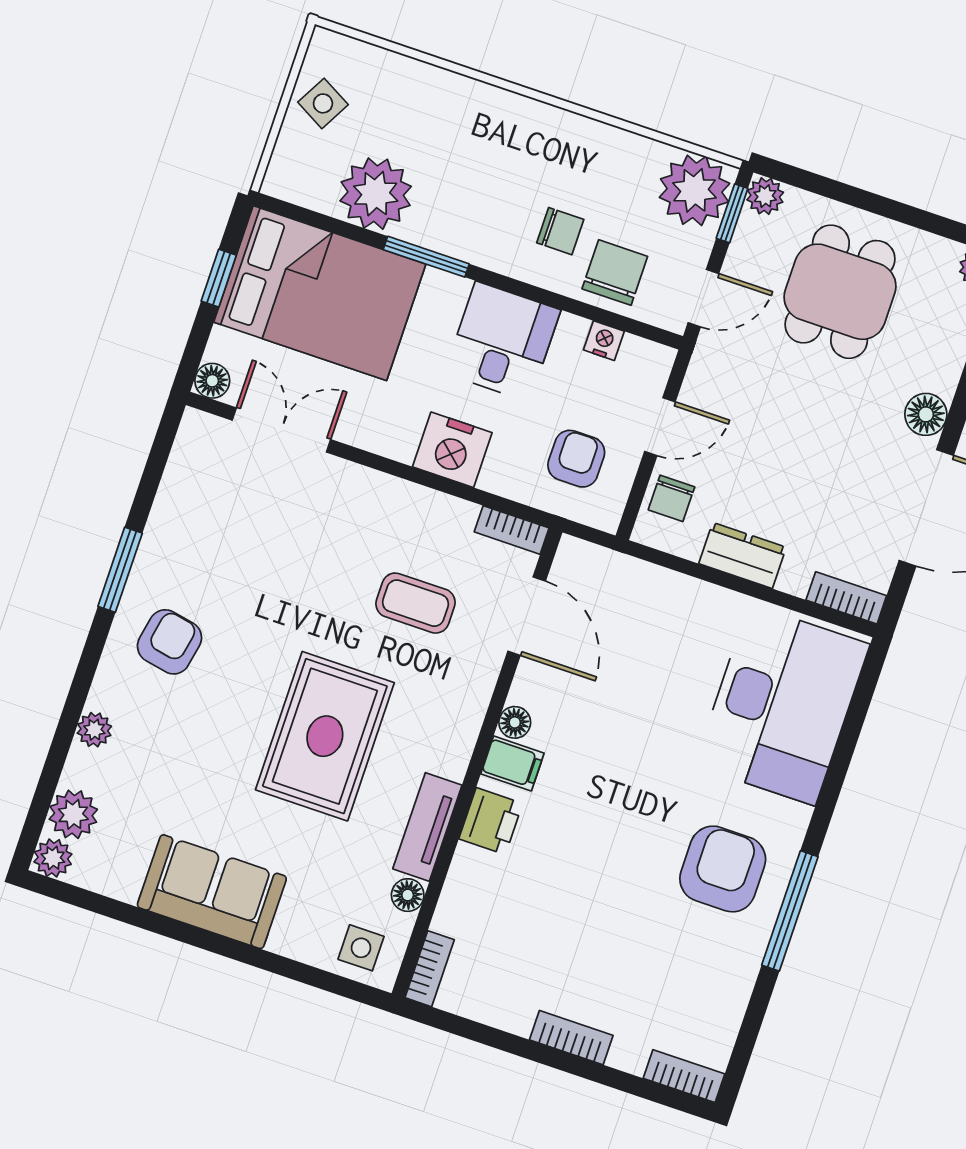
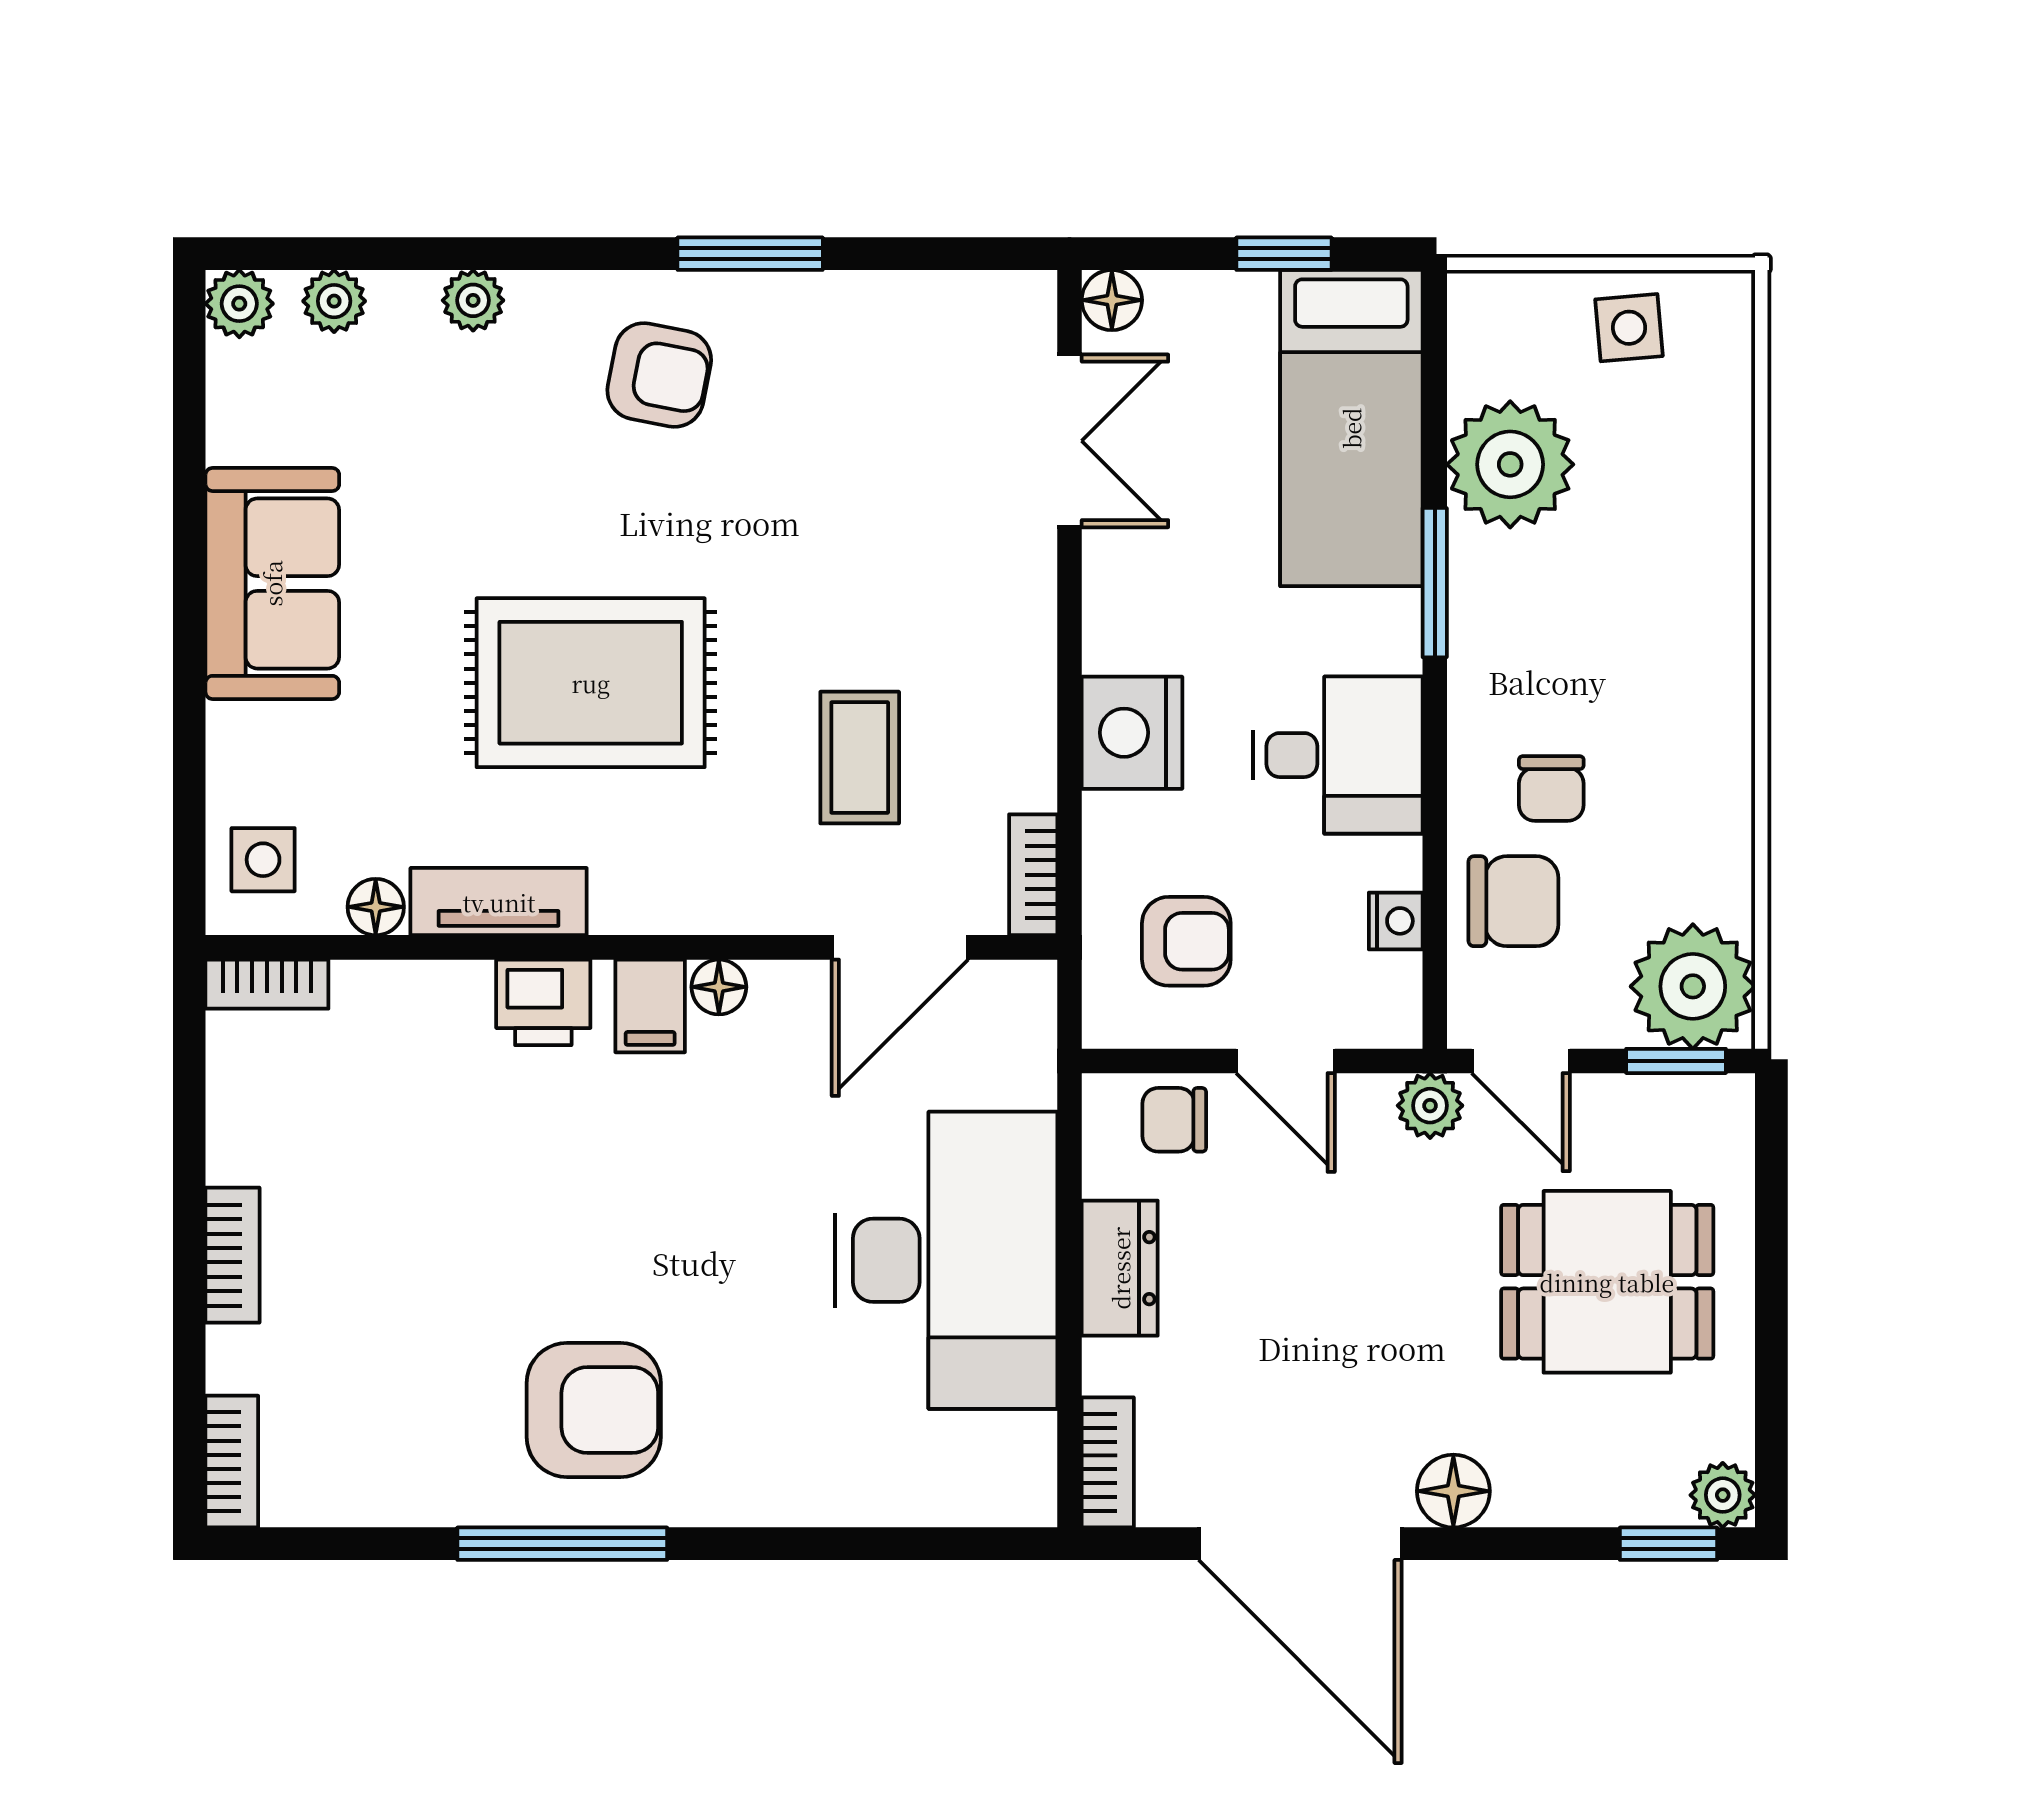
side table: (323, 103) -> (1629, 328), turned -34
plant: (765, 196) -> (1430, 1106), moved
bed: (320, 293) -> (1351, 428), width x0.67
desk: (782, 705) -> (946, 1260), moved, turned -90
plant: (73, 814) -> (334, 301), width x0.73, depth x0.73

